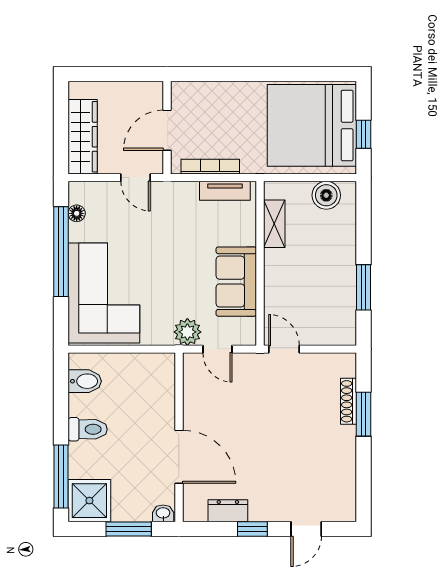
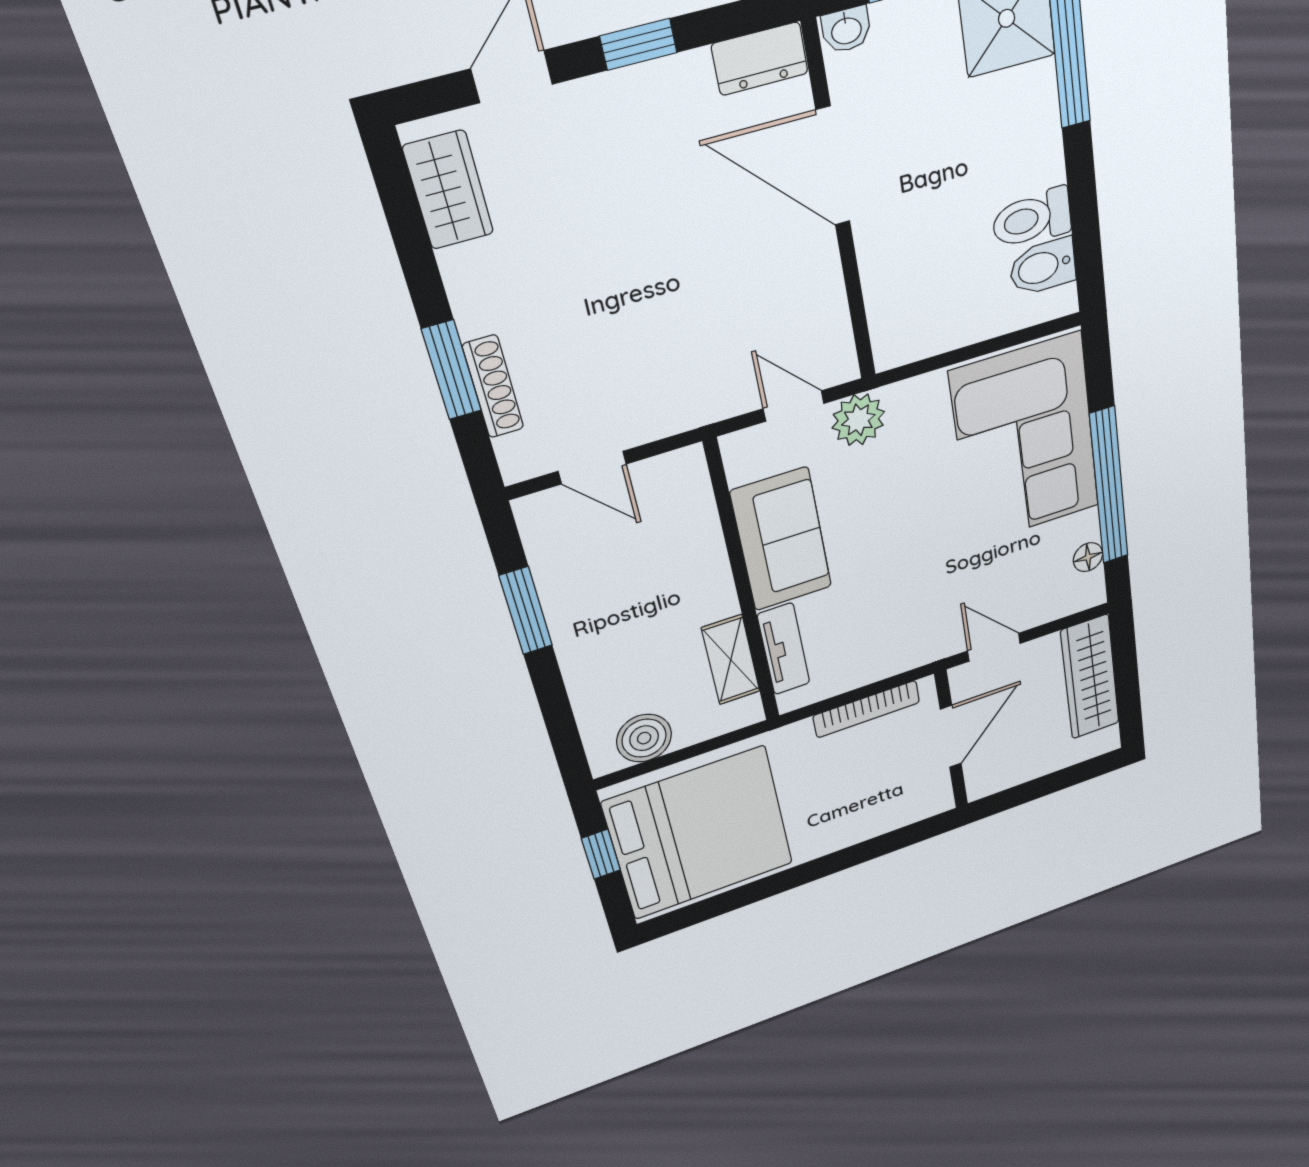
tv unit: (225, 191) -> (784, 649), moved, turned 90
door: (284, 349) -> (592, 468), moved
toilet: (88, 429) -> (1032, 218), moved
wardrobe: (343, 491) -> (448, 190), added
dresser: (228, 511) -> (760, 59), moved

